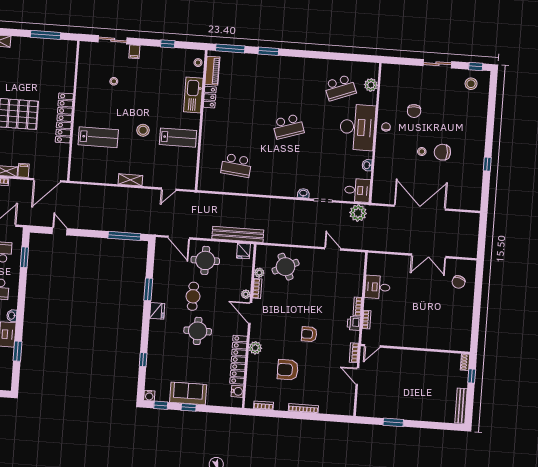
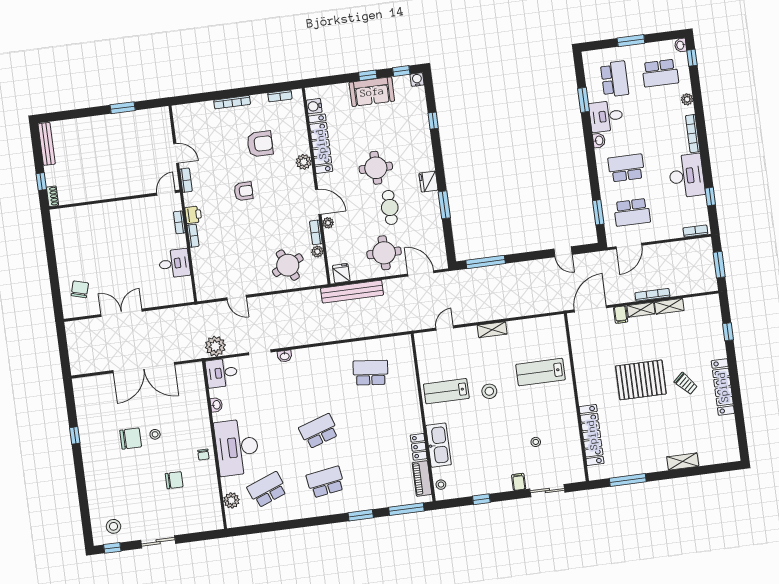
school desk: (291, 84) -> (326, 482), added
chair: (414, 111) -> (174, 480), turned 90
locker: (64, 118) -> (592, 435), moved

